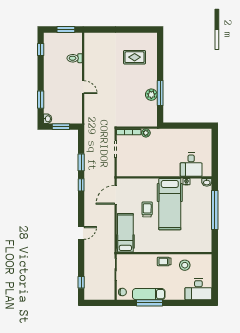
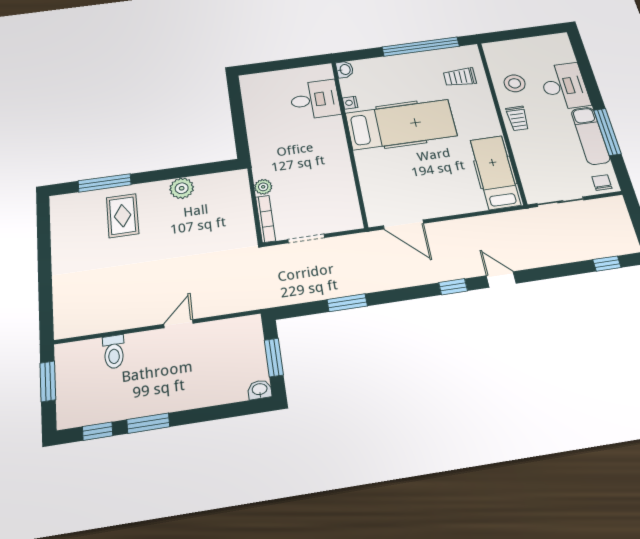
rug: (135, 57) -> (123, 216), moved
window: (160, 93) -> (105, 183), moved
window: (41, 100) -> (148, 423), moved
window: (81, 185) -> (453, 287), moved
trolley: (147, 209) -> (460, 77), moved
window: (215, 210) -> (421, 47), moved
hospital bed: (125, 233) -> (495, 172), moved, turned 90
desk: (198, 289) -> (564, 86), moved

